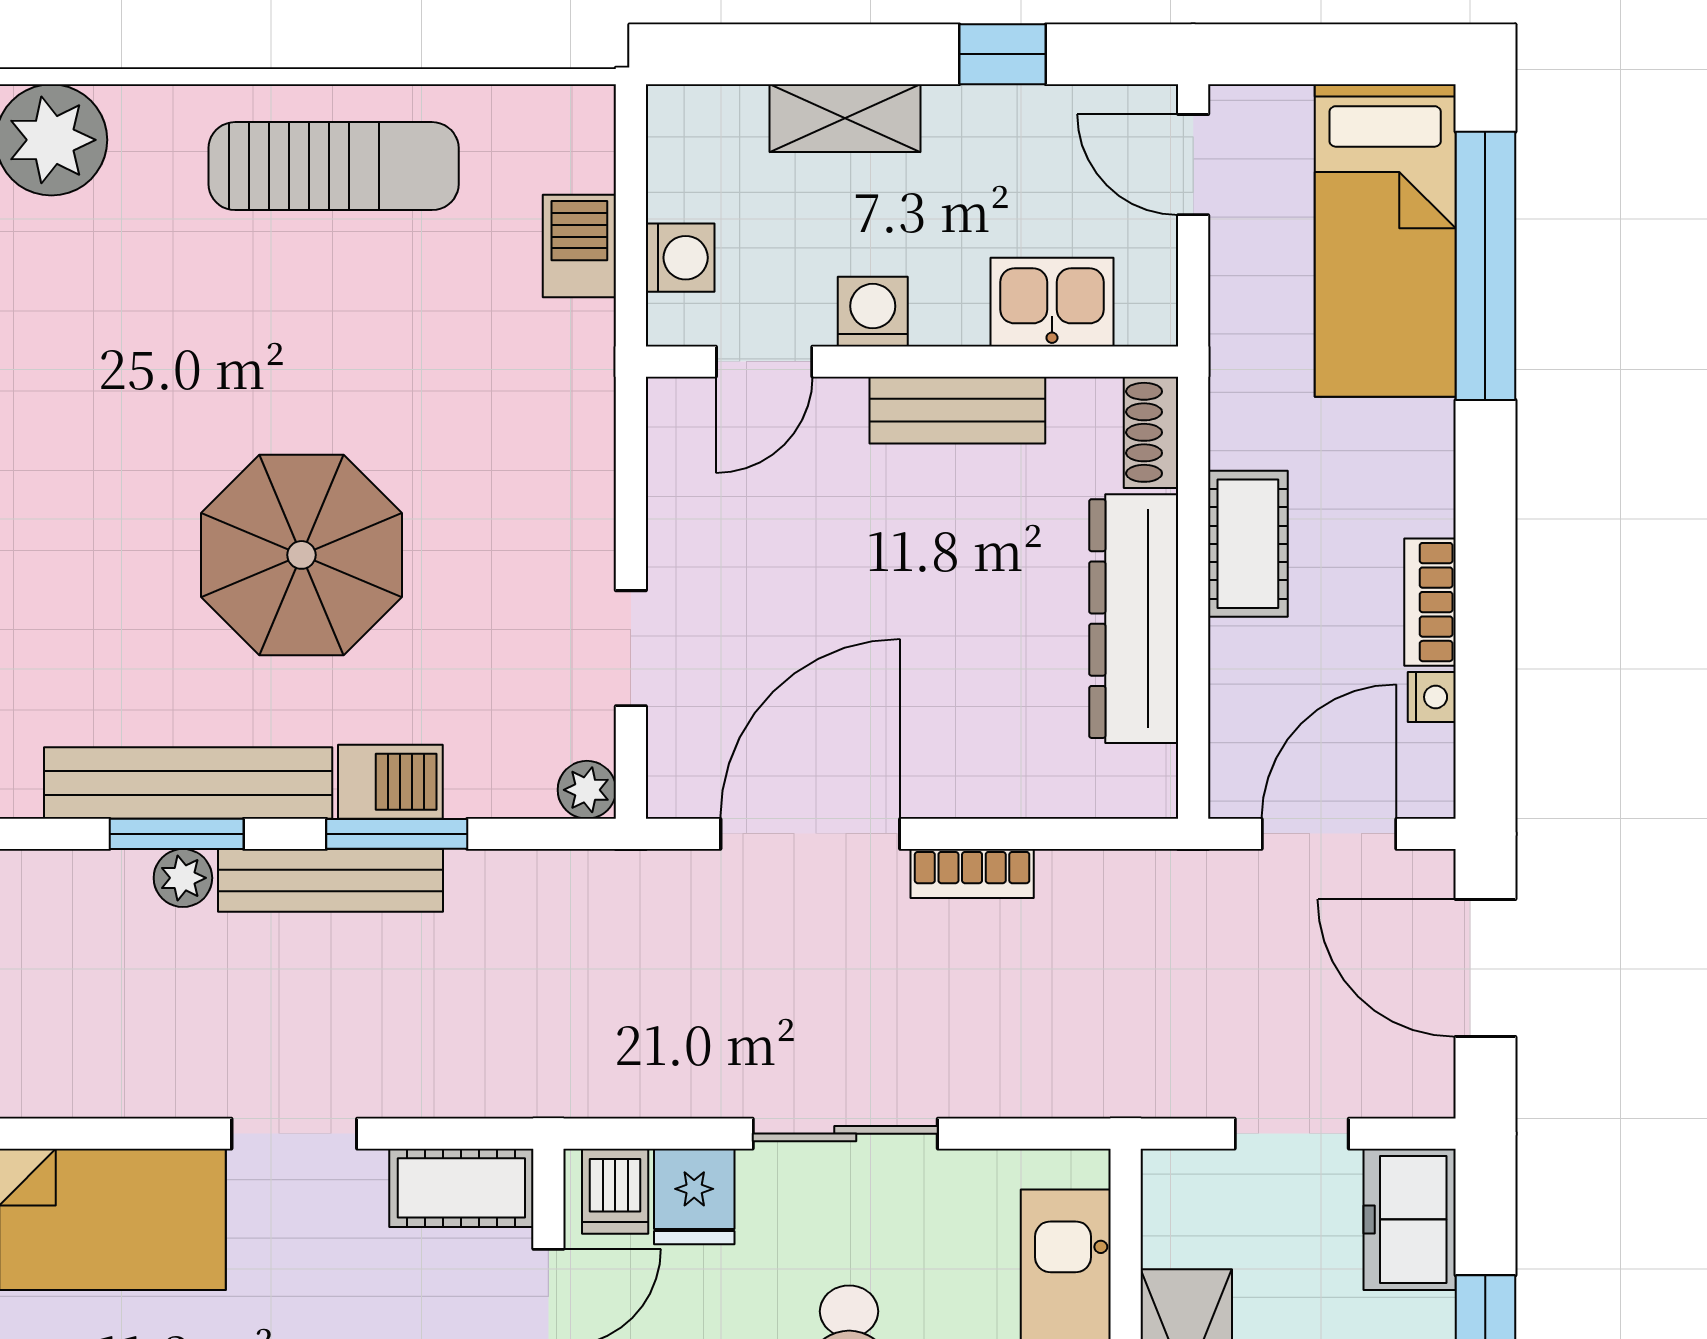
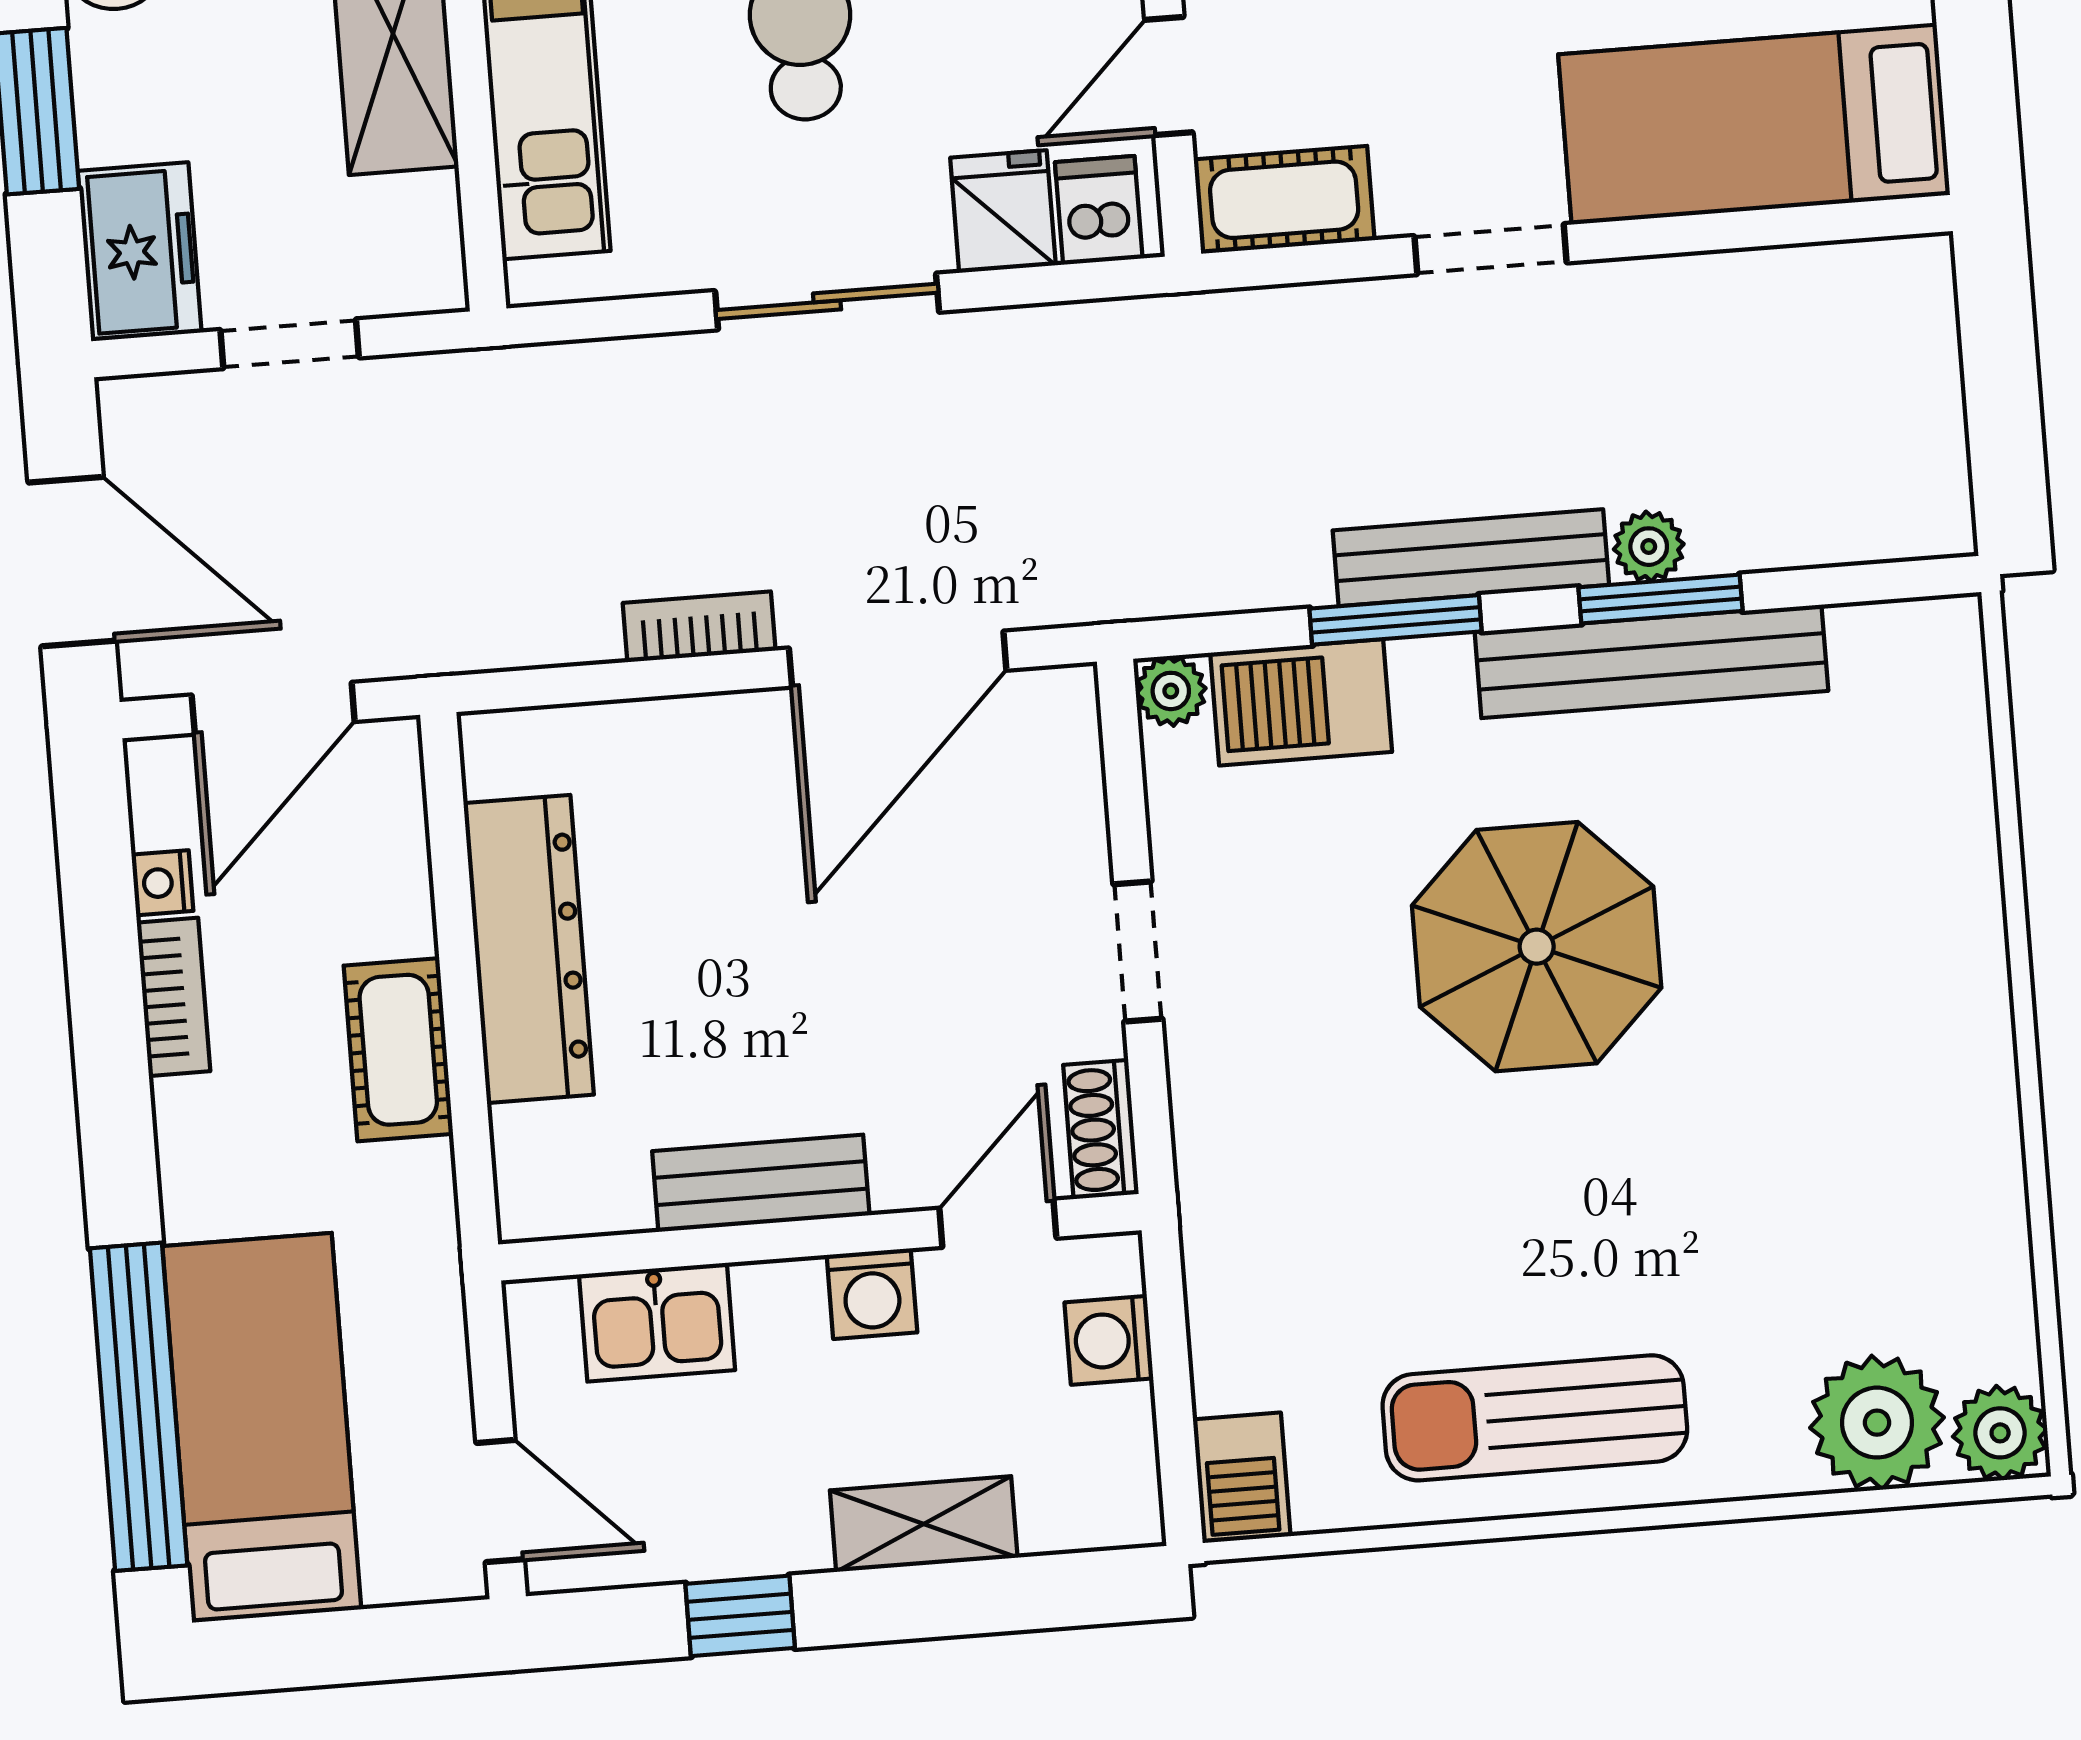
barbecue: (579, 246) -> (1242, 1478), moved
shoe rack: (1151, 432) -> (1101, 1129), moved, turned 180
doorway: (631, 648) -> (1138, 951), moved
barbecue: (390, 782) -> (1301, 702), moved, width x1.38, depth x1.27

